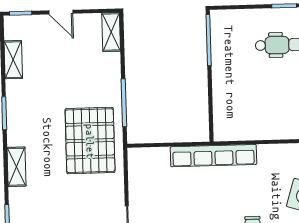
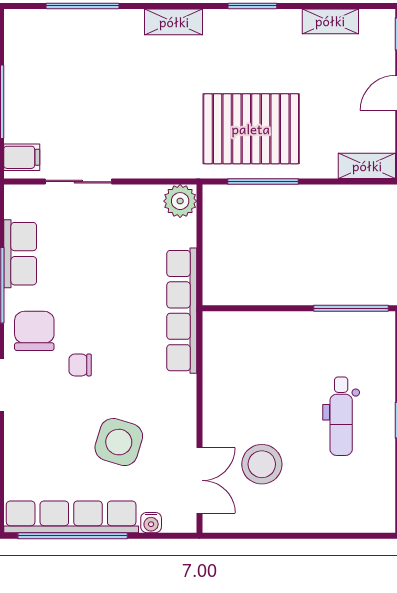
pallet: (90, 141) -> (251, 129), moved
plant: (139, 159) -> (180, 201), added

